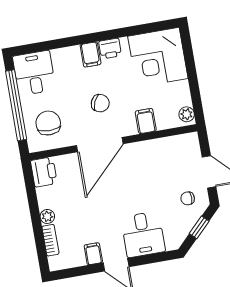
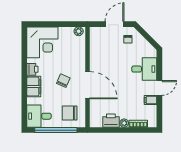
filing cabinet: (91, 54) -> (34, 87), width x2.00
filing cabinet: (146, 121) -> (78, 56), removed
printer: (44, 172) -> (111, 121), moved
window: (199, 227) -> (146, 36), removed

